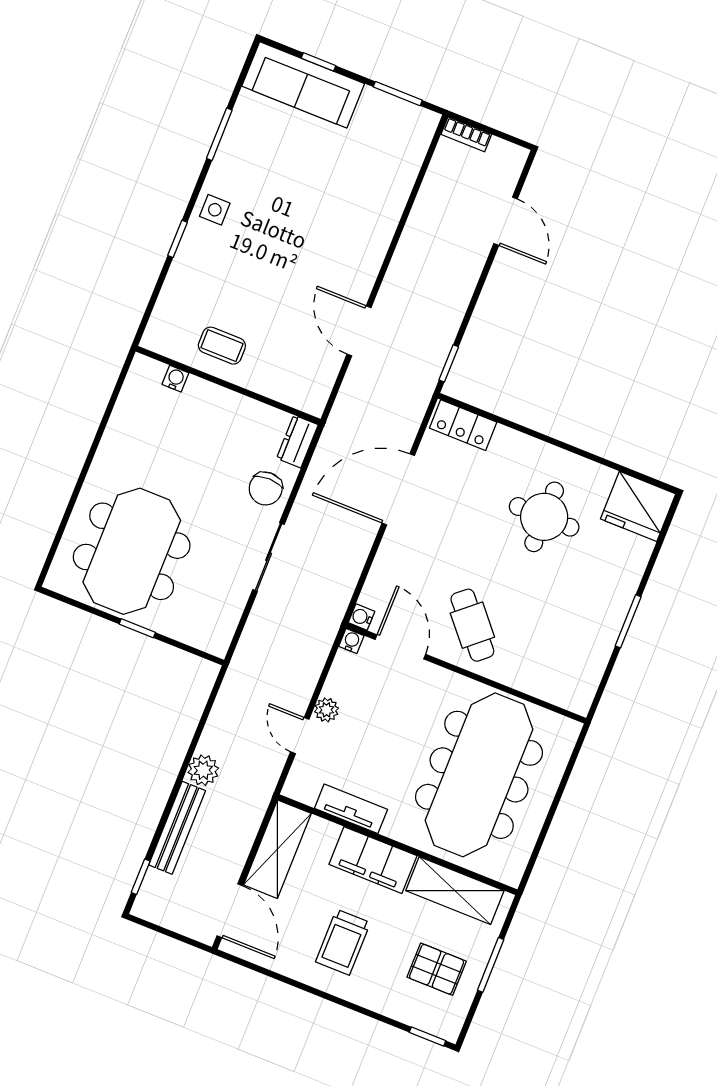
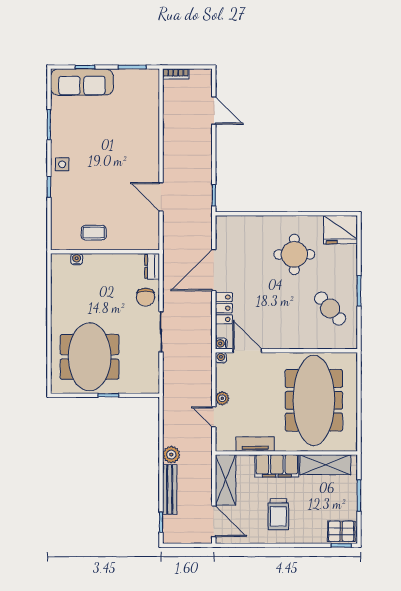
locker: (463, 425) -> (224, 308), moved, turned -90
cafe table: (472, 625) -> (330, 308), moved
pallet: (437, 969) -> (341, 531), moved

